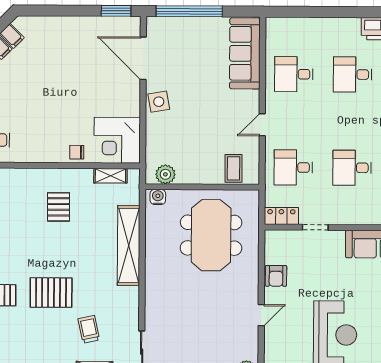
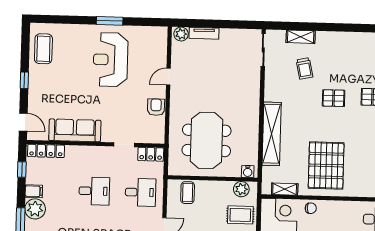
rug: (166, 142) -> (240, 215), added
pallet: (59, 207) -> (326, 165), width x2.05, depth x2.00
pallet: (51, 293) -> (334, 98), width x0.67, depth x0.71

